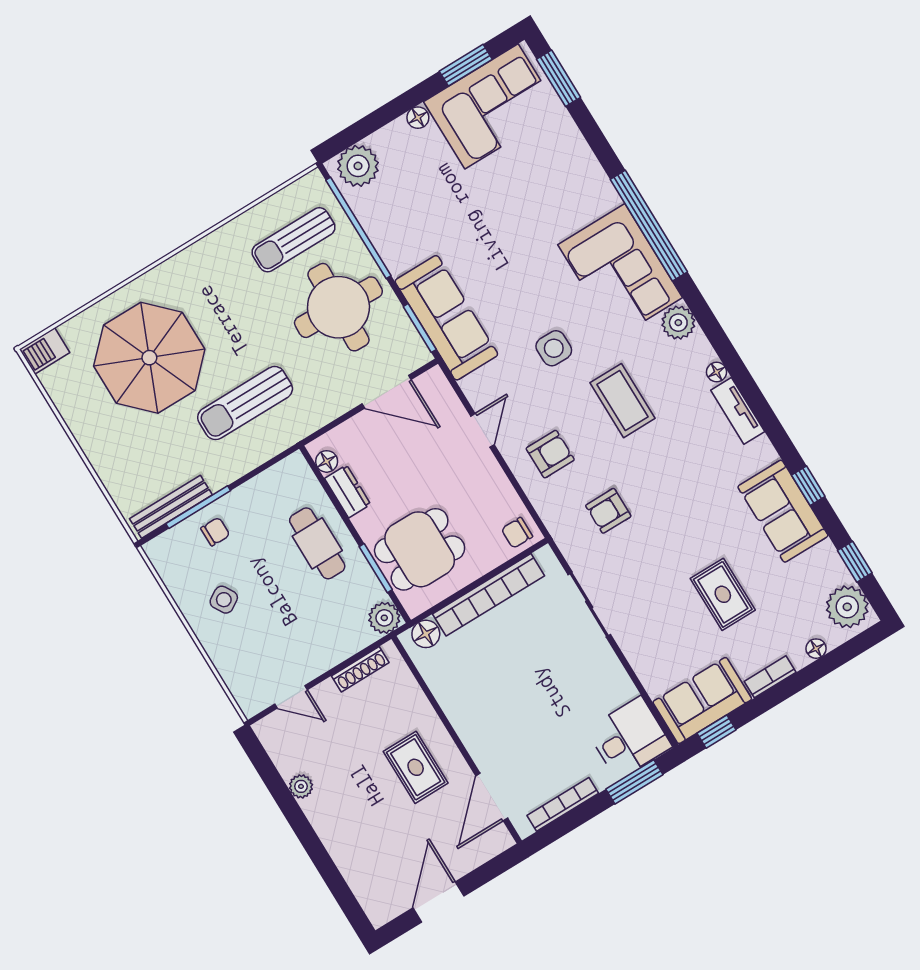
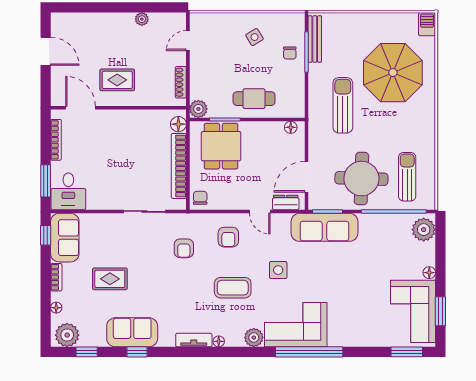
dresser: (348, 491) -> (286, 202), moved, turned 180
armchair: (608, 511) -> (184, 248), turned 180

